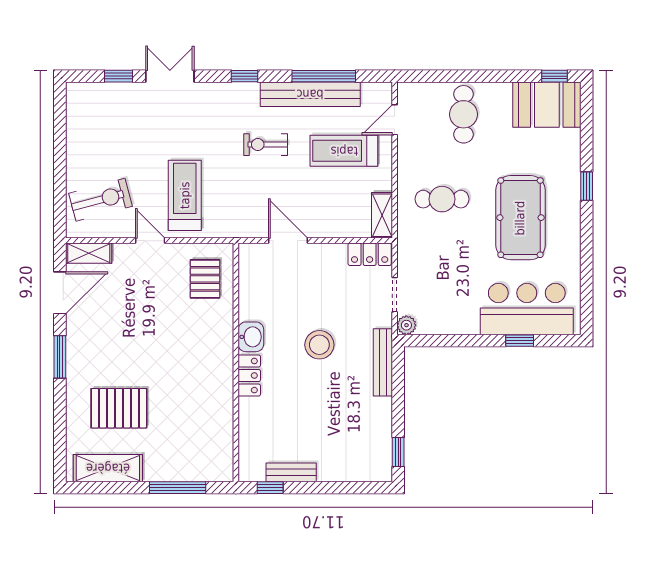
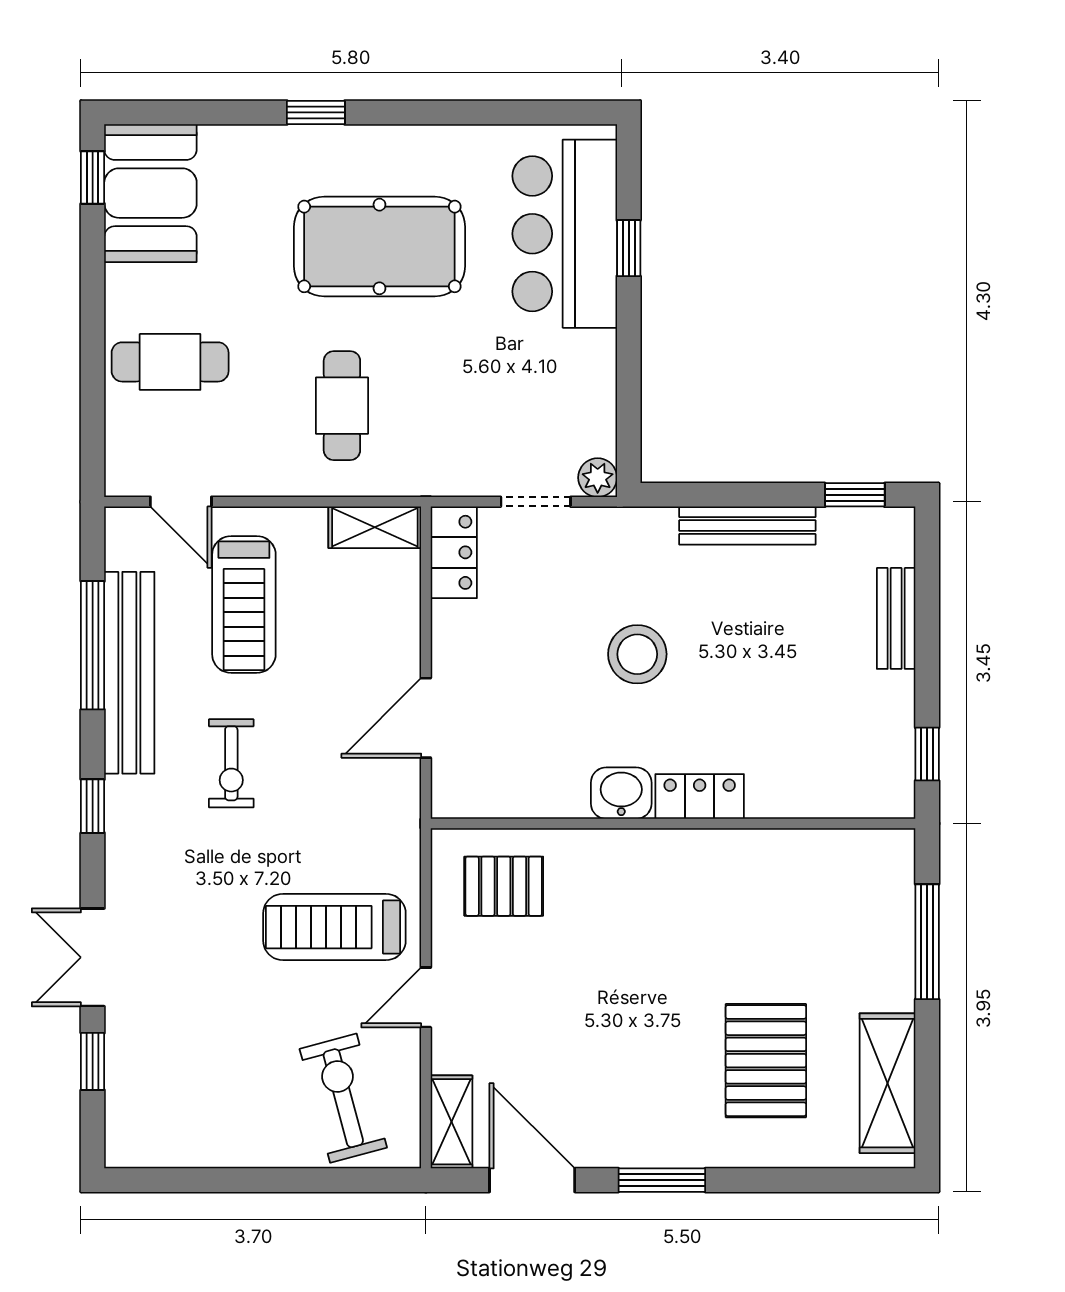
bench: (383, 362) -> (747, 526), moved
bench: (291, 472) -> (896, 618), moved

